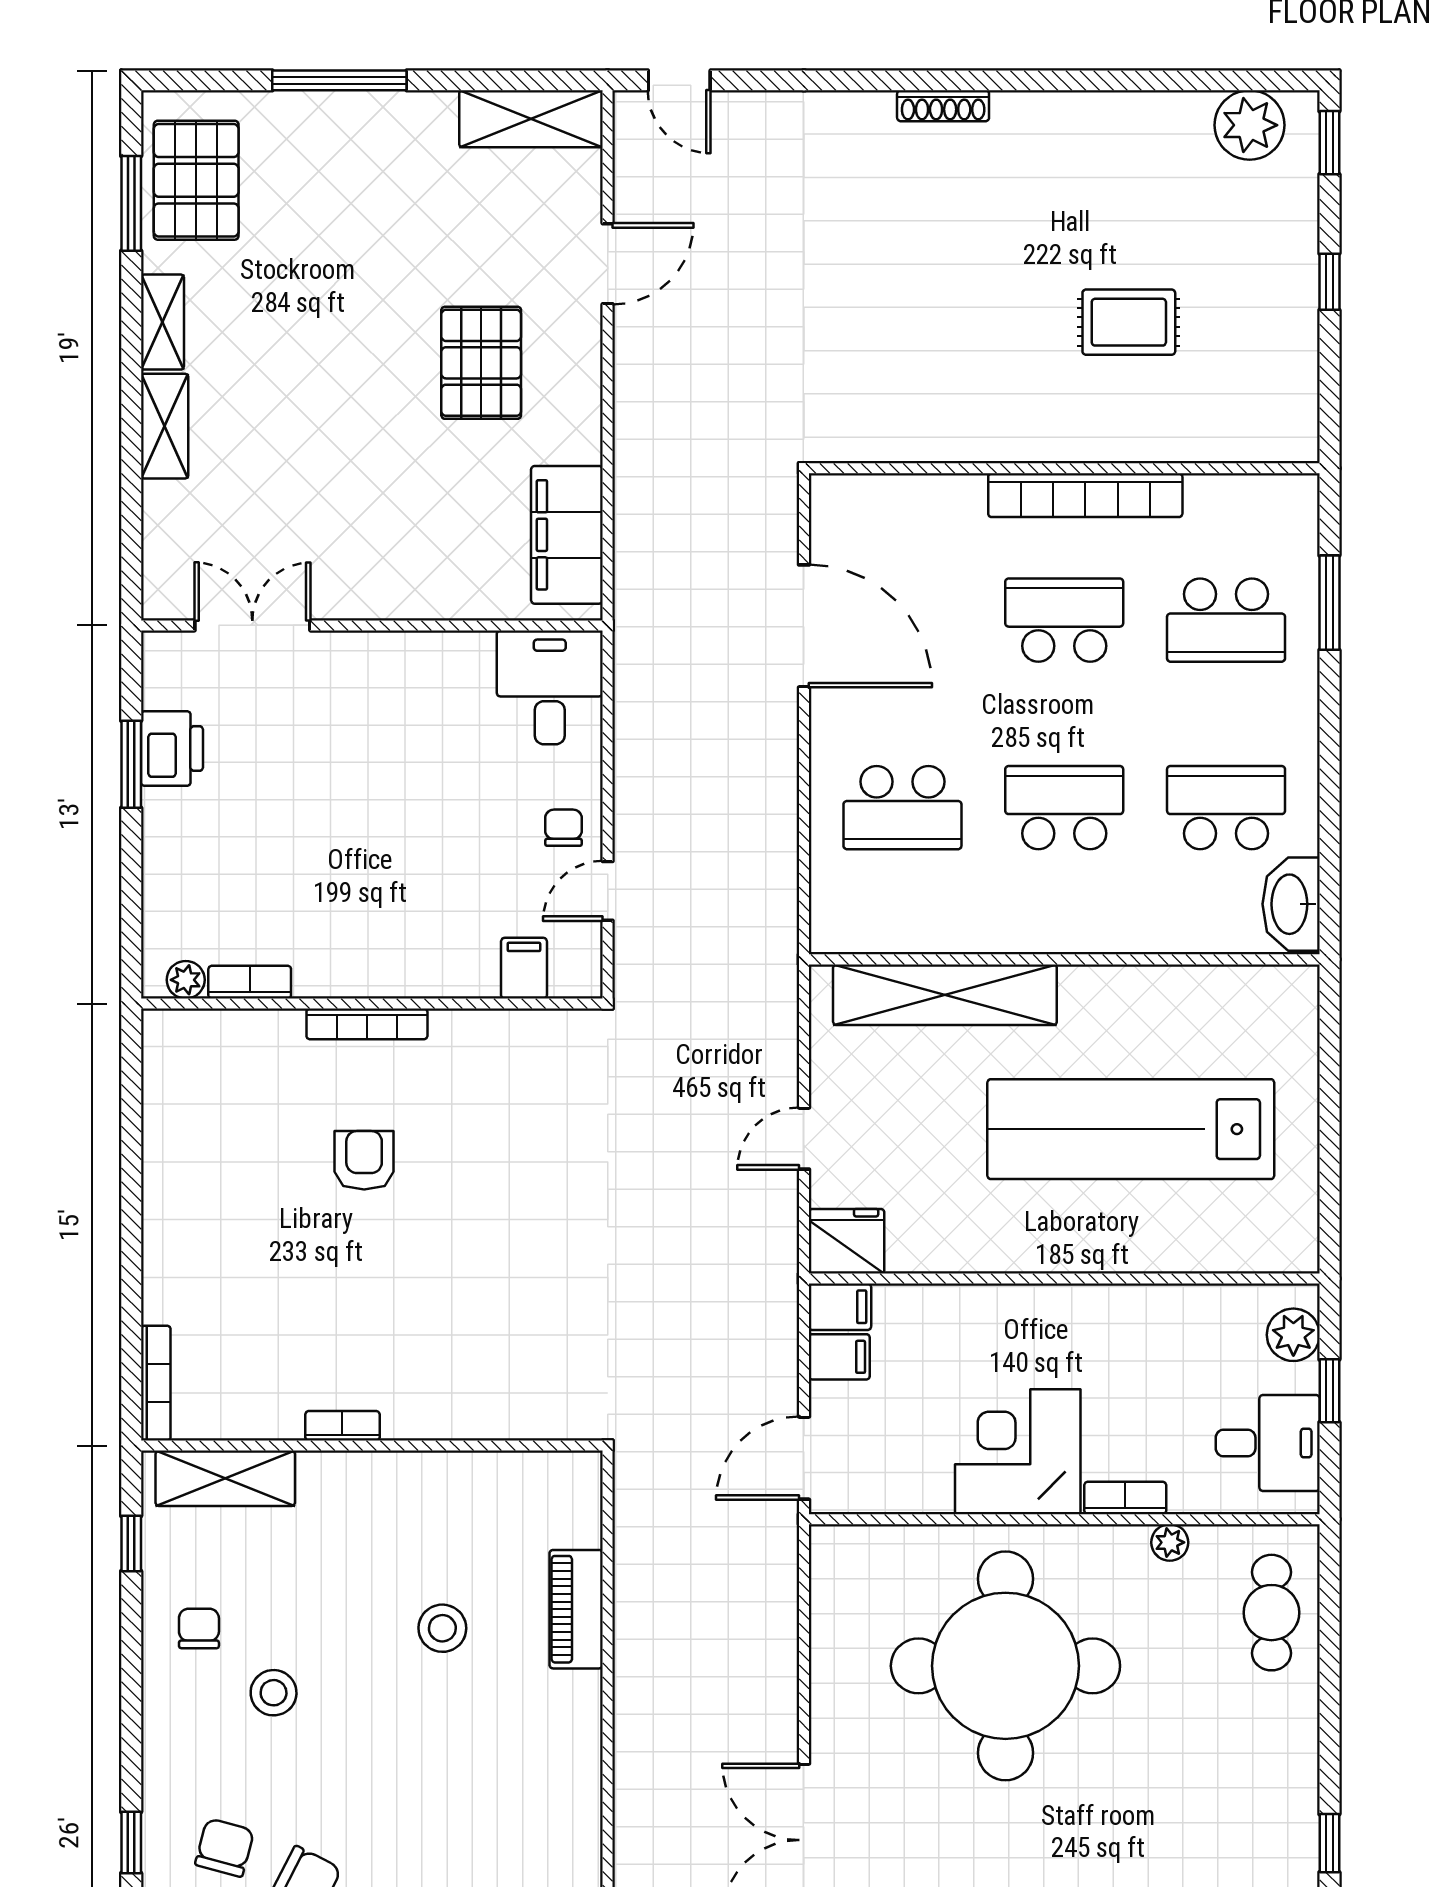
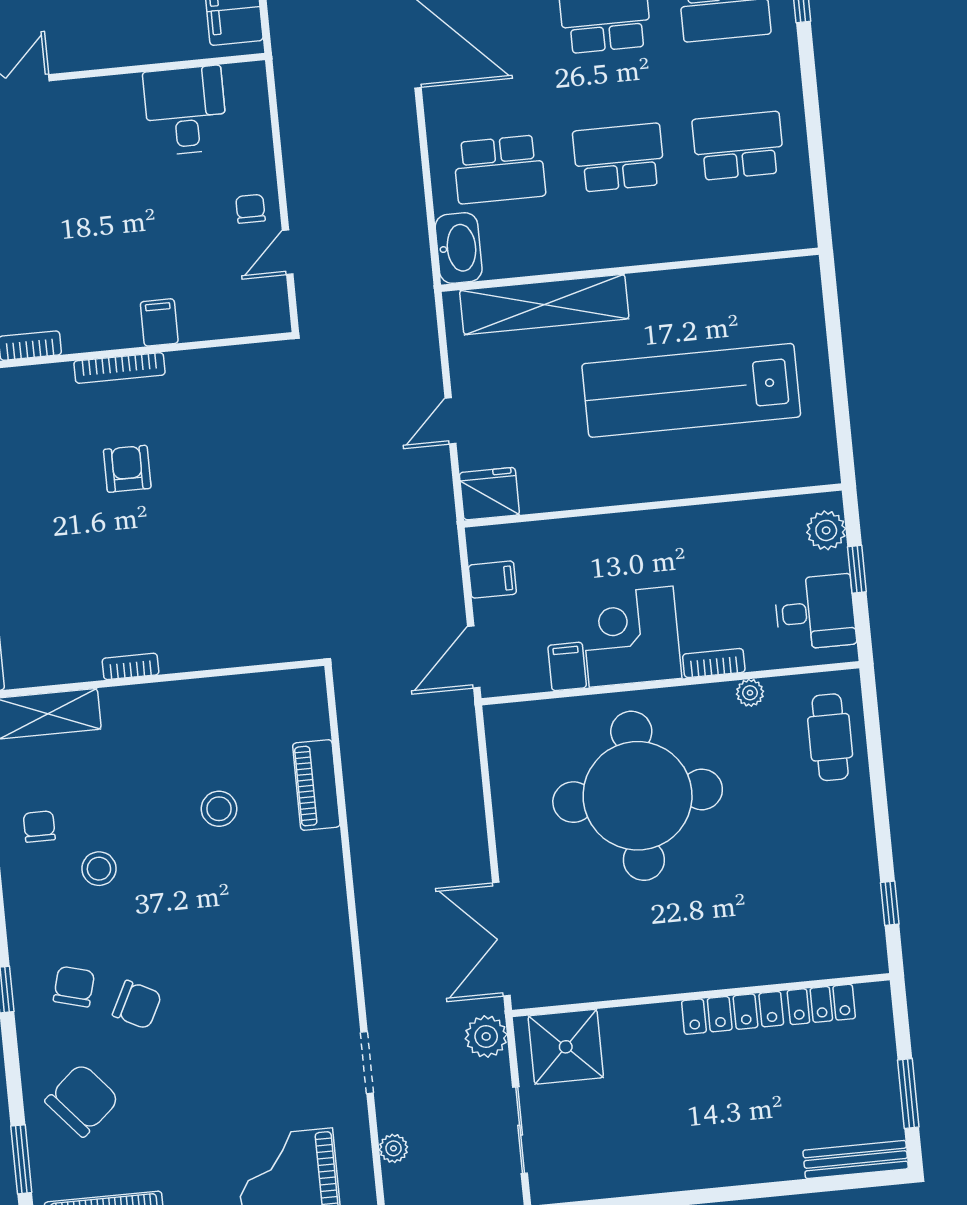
desk: (550, 687) -> (185, 111), moved
washbasin: (1291, 904) -> (459, 248), moved, turned 180
filing cabinet: (524, 968) -> (159, 322), moved
filing cabinet: (840, 1307) -> (567, 666), moved, turned -90

